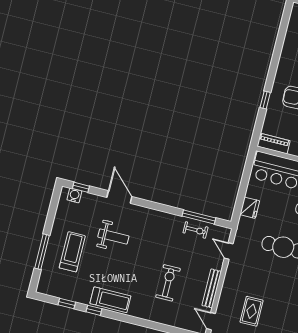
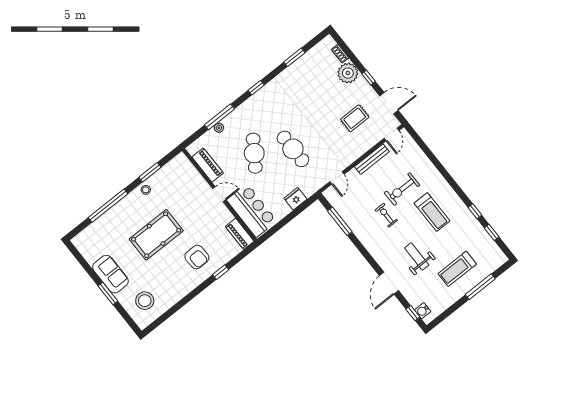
exercise bike: (196, 230) -> (386, 215), moved
treadmill: (110, 300) -> (432, 212), moved, turned 180

